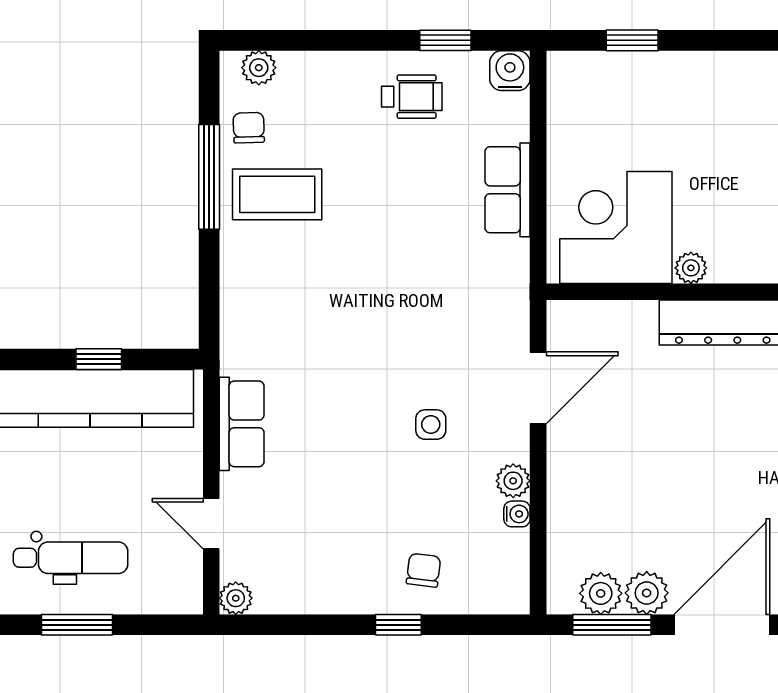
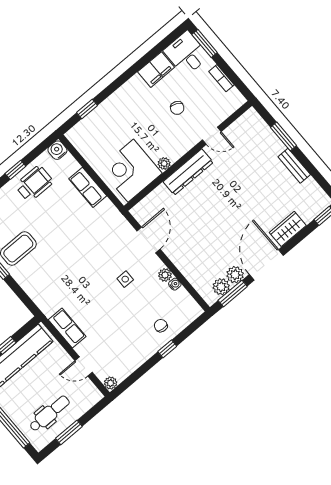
window: (445, 40) -> (15, 170), moved
wheelchair: (412, 97) -> (34, 184), width x1.36, depth x1.37

